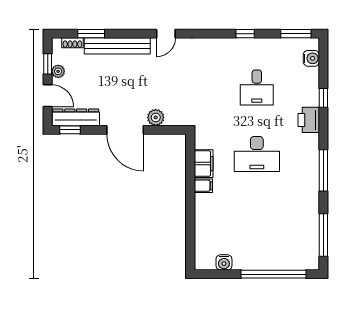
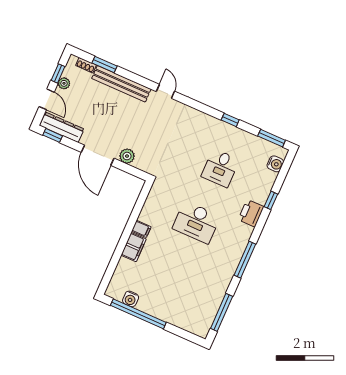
door: (166, 34) -> (165, 91), swing flipped
filing cabinet: (204, 164) -> (134, 247), moved
window: (274, 274) -> (138, 314), moved

